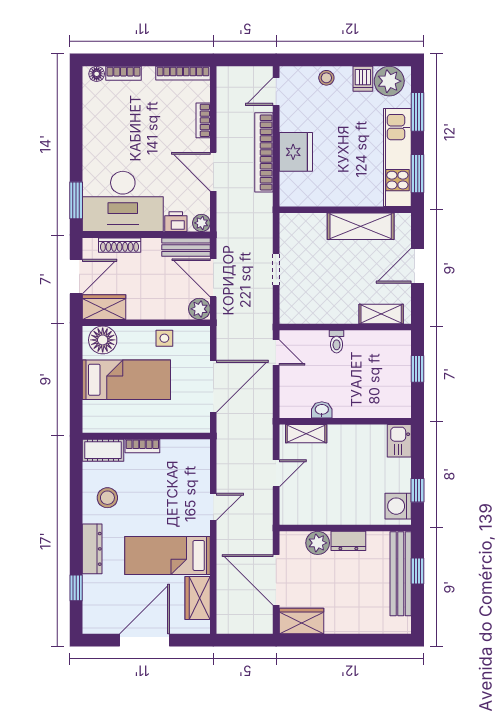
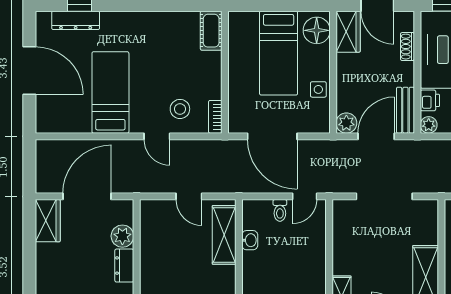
shoe rack: (120, 245) -> (407, 47), width x0.70
doorway: (276, 269) -> (384, 196), width x1.88
toilet: (337, 342) -> (280, 210), moved, turned -90
shelving: (306, 434) -> (224, 235), width x1.50, depth x1.33
bookcase: (142, 446) -> (215, 117), moved
stool: (107, 498) -> (180, 109), moved
dresser: (92, 549) -> (76, 20), moved
wardrobe: (198, 598) -> (70, 121), removed

